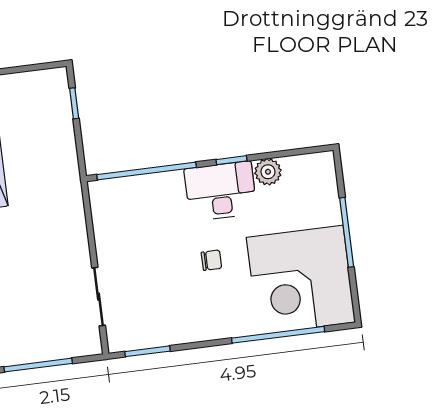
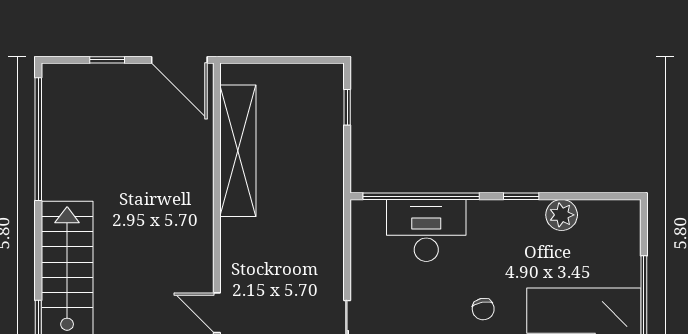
desk: (221, 191) -> (426, 230), moved
chair: (211, 260) -> (483, 309), turned 79

